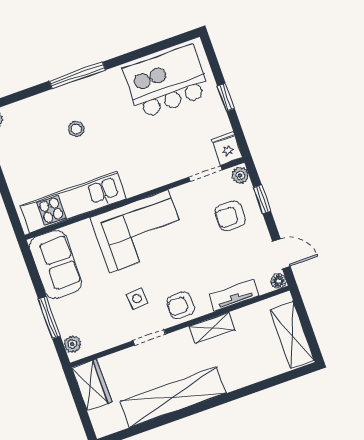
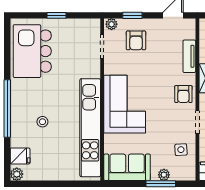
window: (77, 75) -> (7, 109), width x1.46
fridge: (227, 148) -> (20, 156), moved, turned 180
kitchen unit: (73, 202) -> (90, 128), width x1.36
floor lamp: (279, 281) -> (190, 24), removed
side table: (137, 299) -> (181, 150), moved
plant: (72, 344) -> (164, 175), moved

